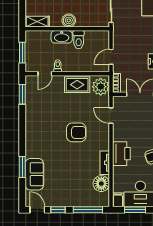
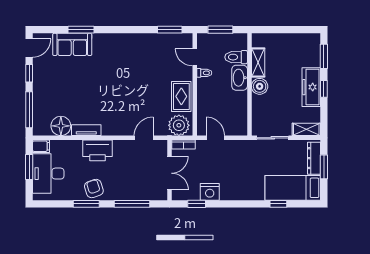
shelving: (37, 22) -> (258, 63), moved
toilet: (79, 40) -> (236, 57), moved
armchair: (76, 132) -> (123, 96), removed

